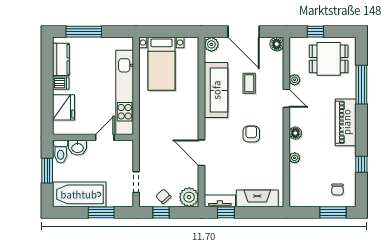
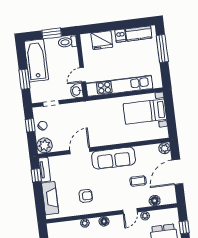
floor lamp: (277, 44) -> (155, 201), moved
sofa: (216, 90) -> (114, 158), moved
armchair: (251, 134) -> (86, 196), moved
door: (105, 137) -> (83, 75), swing flipped
washbasin: (78, 148) -> (77, 91), moved

